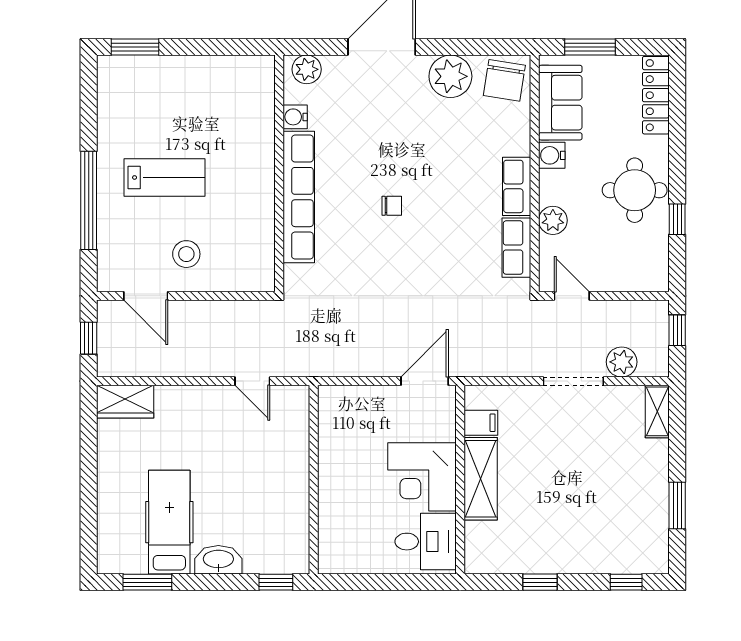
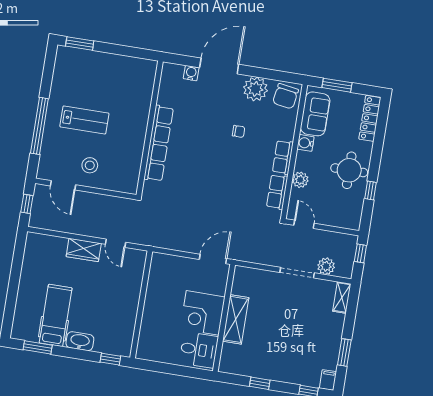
plant: (307, 69) -> (175, 72), removed
water cooler: (295, 117) -> (191, 73), moved, turned 90
chair: (392, 206) -> (239, 131), moved
wardrobe: (125, 402) -> (84, 250), moved
filing cabinet: (481, 423) -> (328, 380), moved, turned -90

